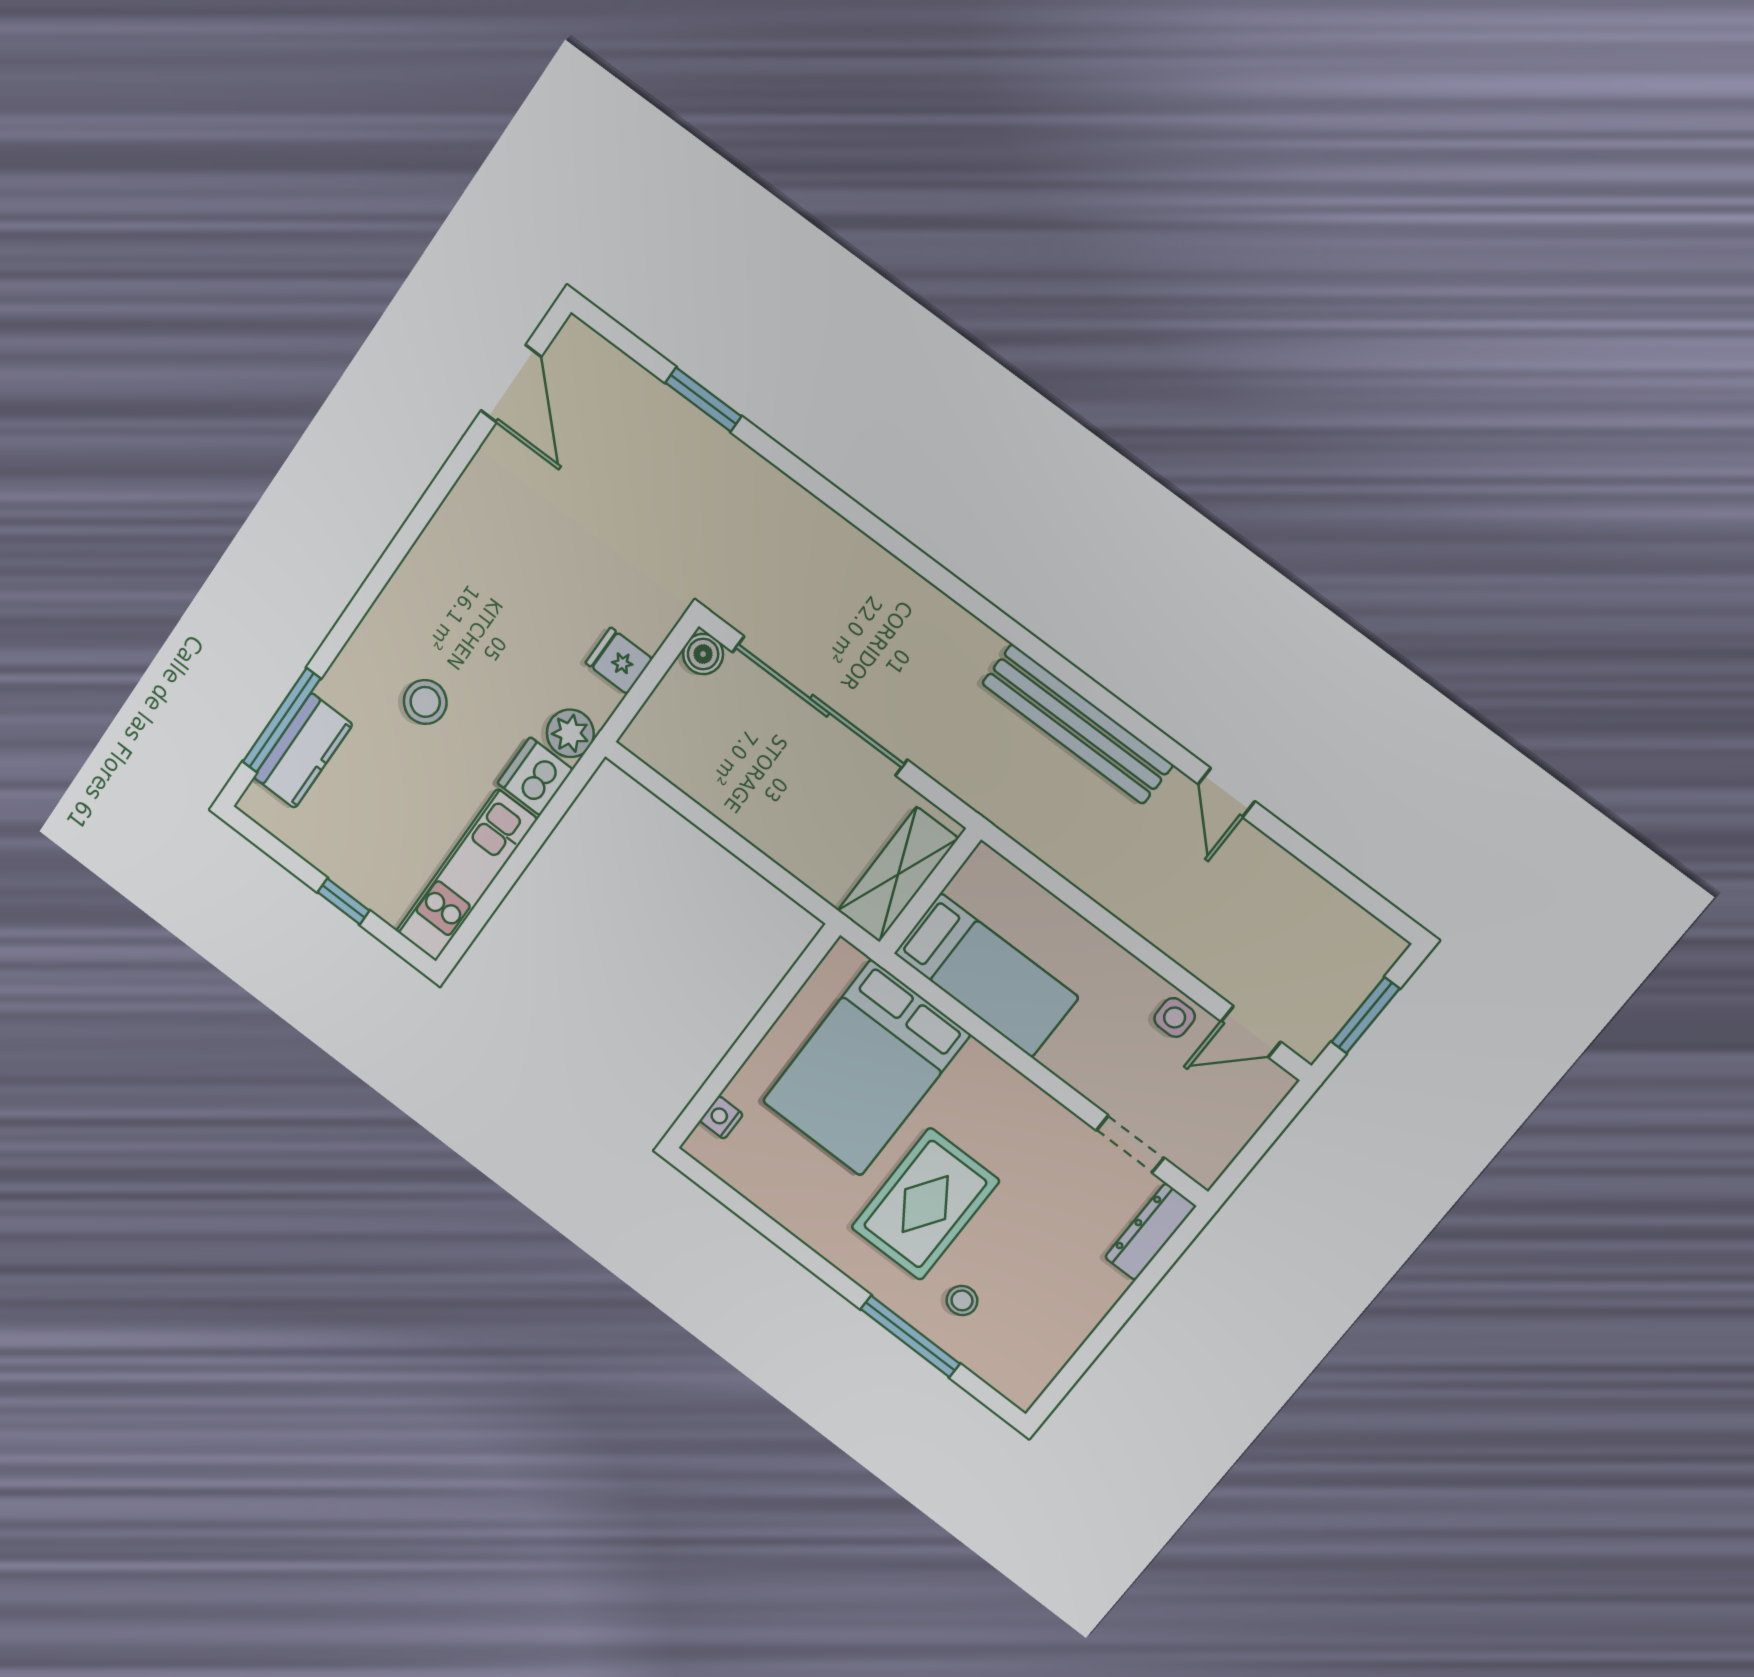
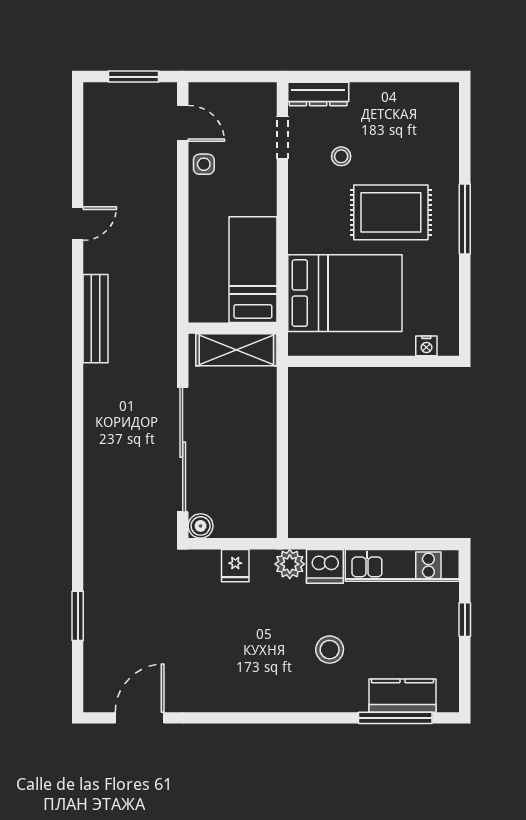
bench: (1077, 724) -> (96, 319), width x0.73, depth x0.82
stool: (962, 1300) -> (341, 156), moved
window: (910, 1336) -> (465, 219), moved

